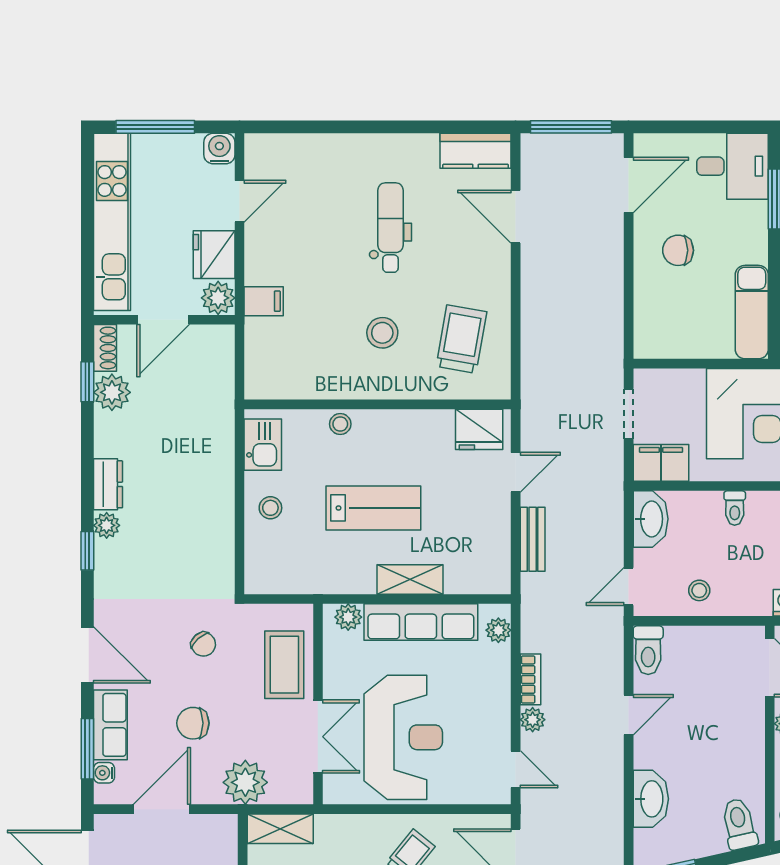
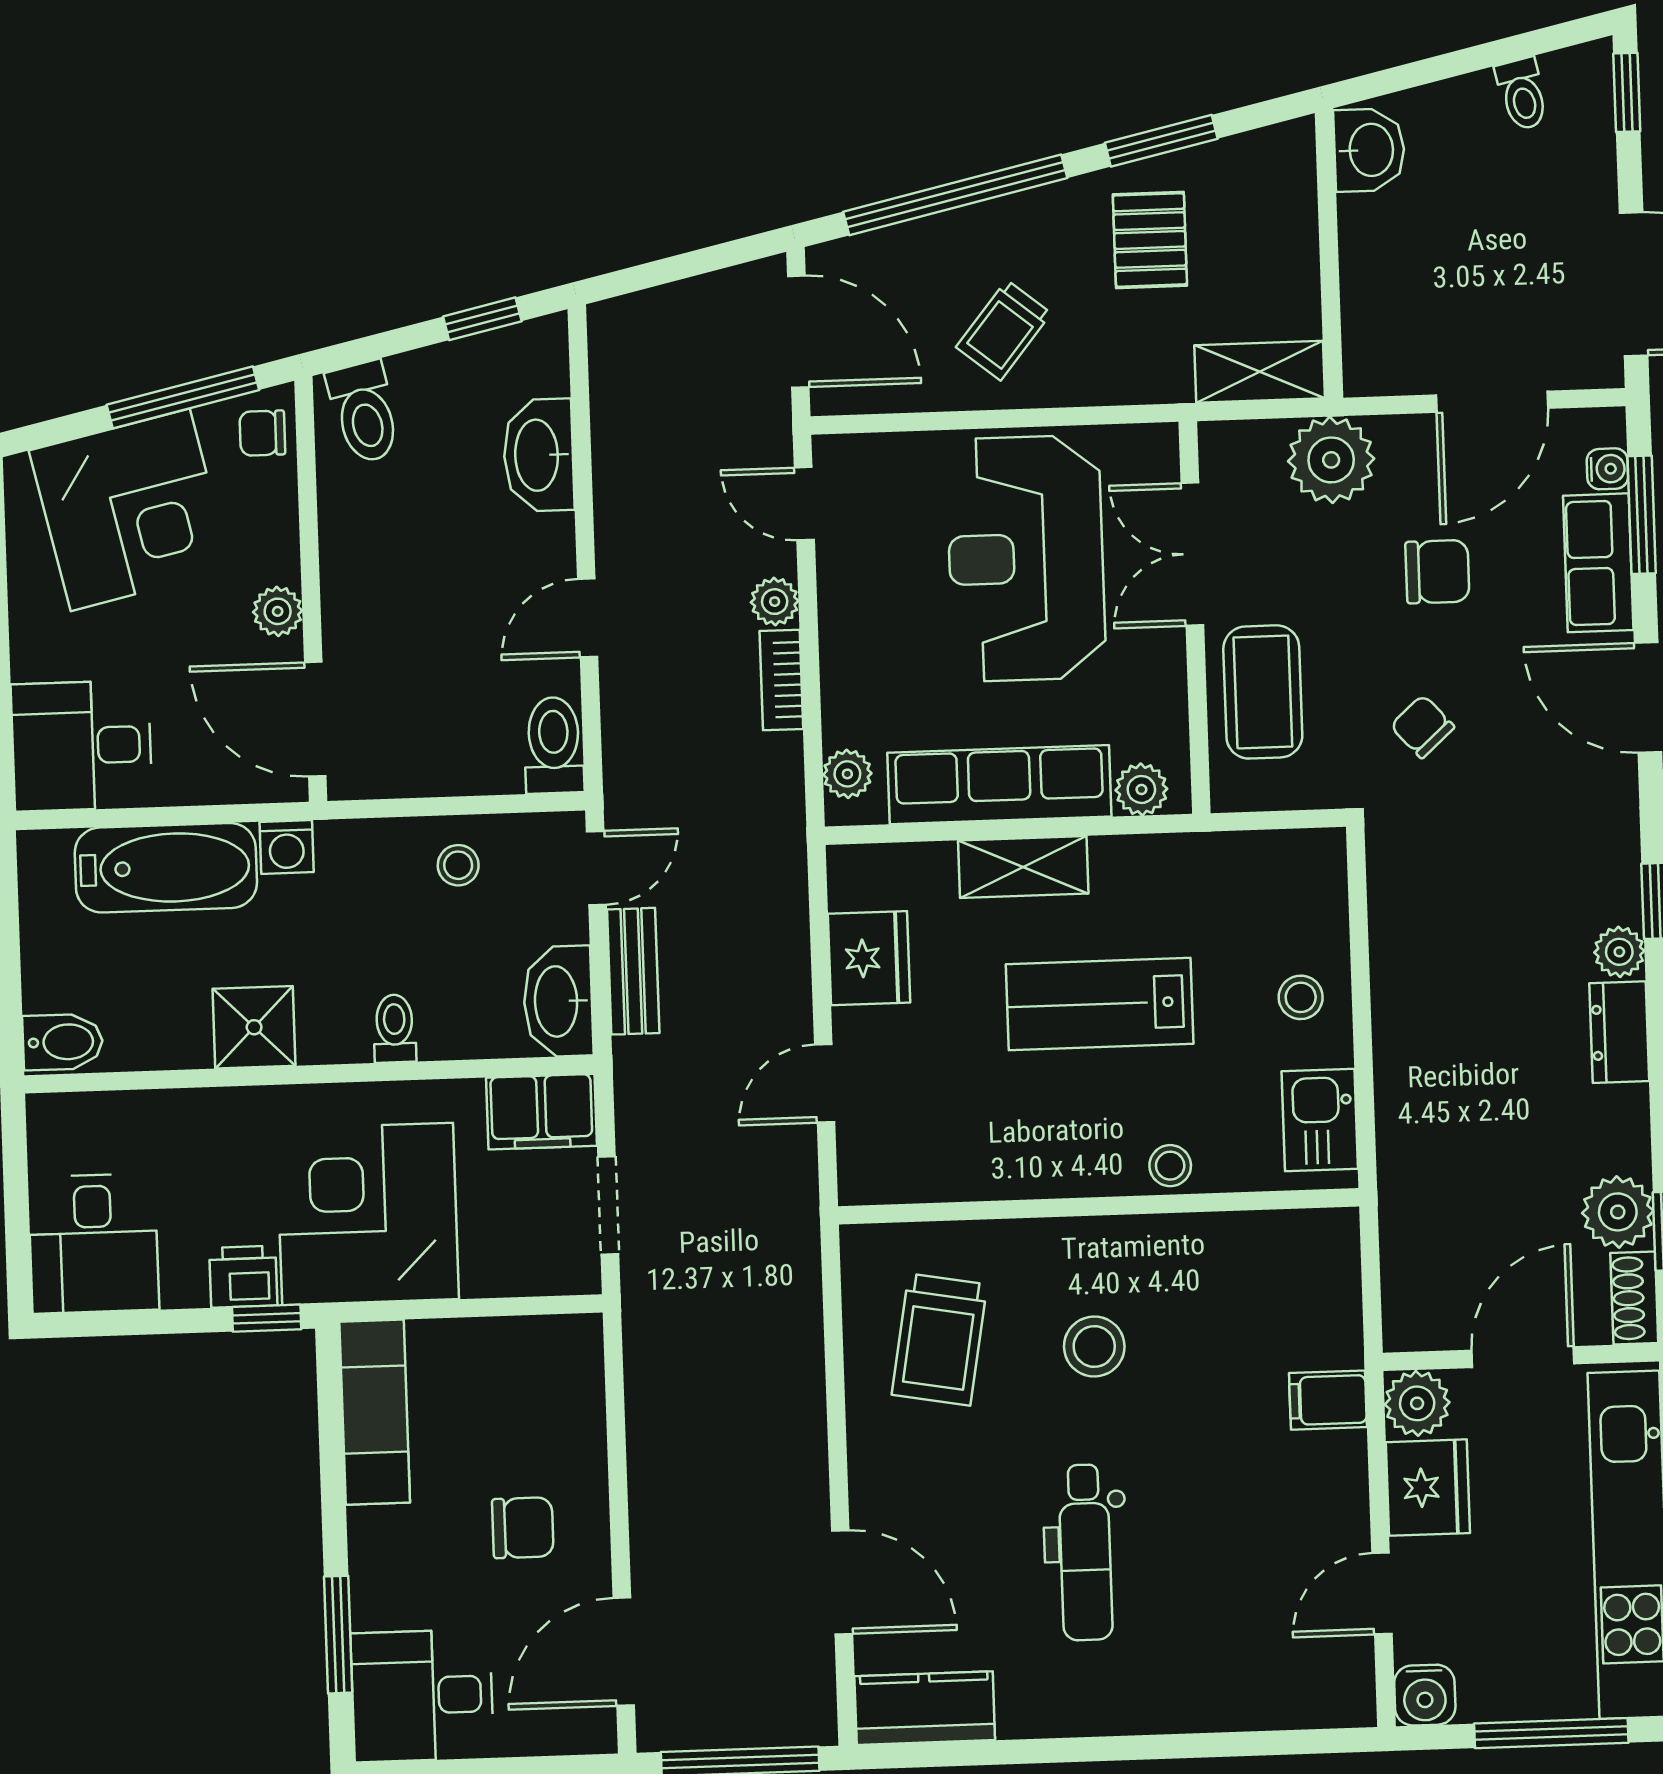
fridge: (479, 429) -> (869, 958), moved, turned 90
bench: (533, 539) -> (633, 971), moved

